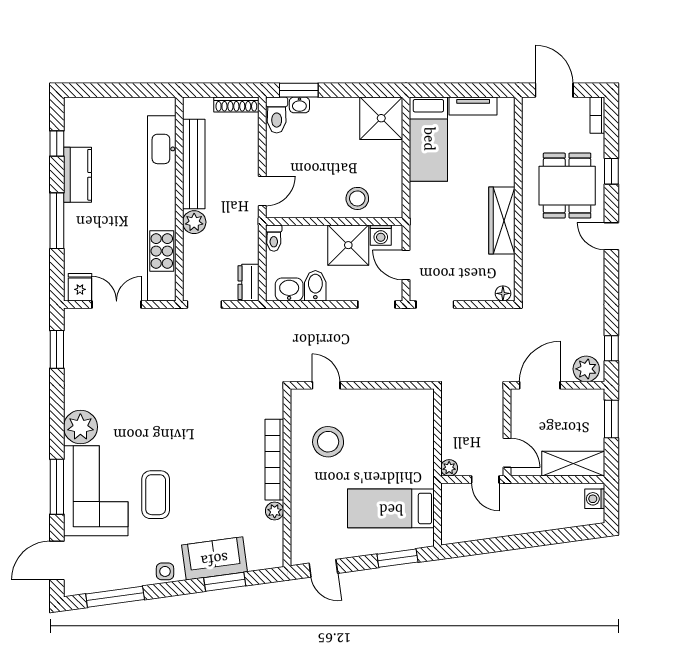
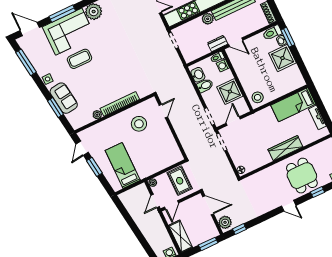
shower: (381, 118) -> (282, 58), moved
dining table: (567, 186) -> (302, 176), turned 90
stool: (357, 198) -> (258, 97), moved
wardrobe: (502, 221) -> (285, 148), moved
washing machine: (381, 235) -> (223, 66), moved
door: (611, 236) -> (289, 206), swing flipped
dresser: (248, 283) -> (218, 43), moved
rug: (469, 416) -> (180, 181), added
window: (397, 558) -> (94, 167), moved

